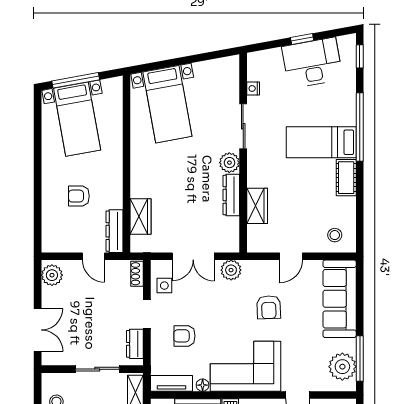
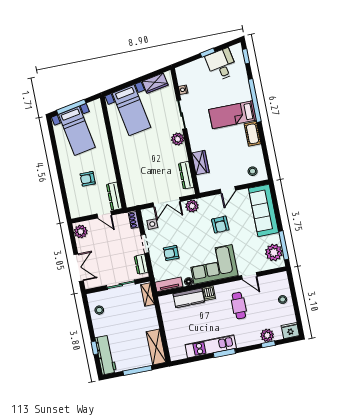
desk: (312, 63) -> (221, 65), width x0.73
dresser: (231, 195) -> (186, 175), moved
wardrobe: (141, 216) -> (155, 83), moved, turned 80

